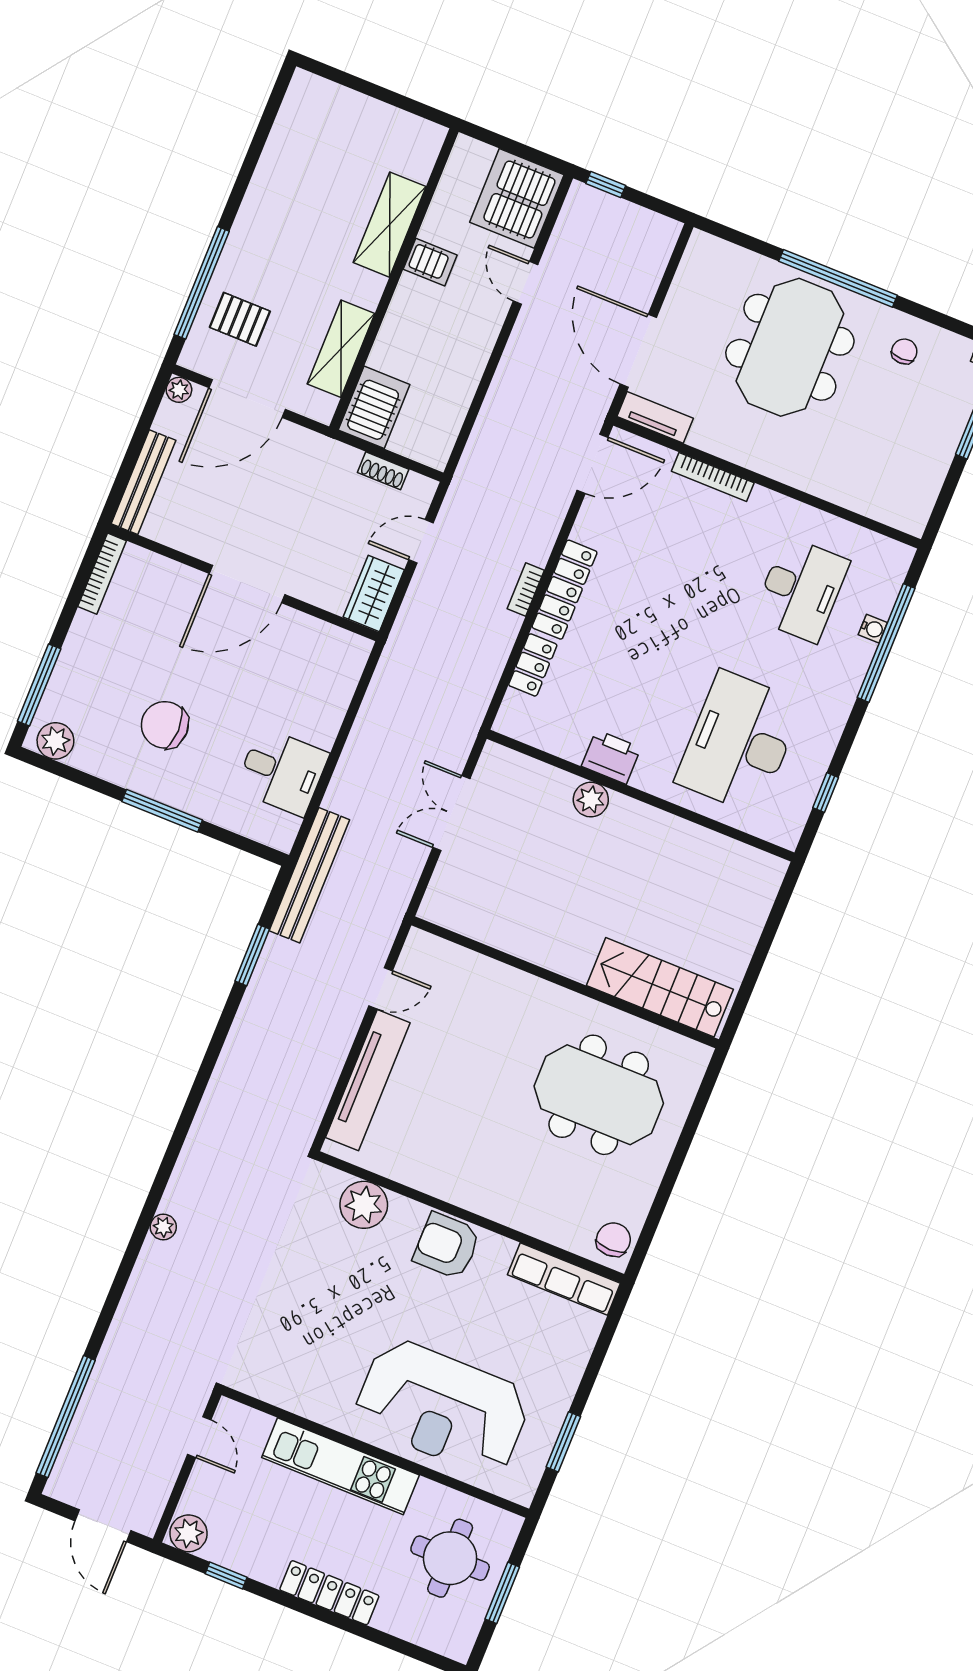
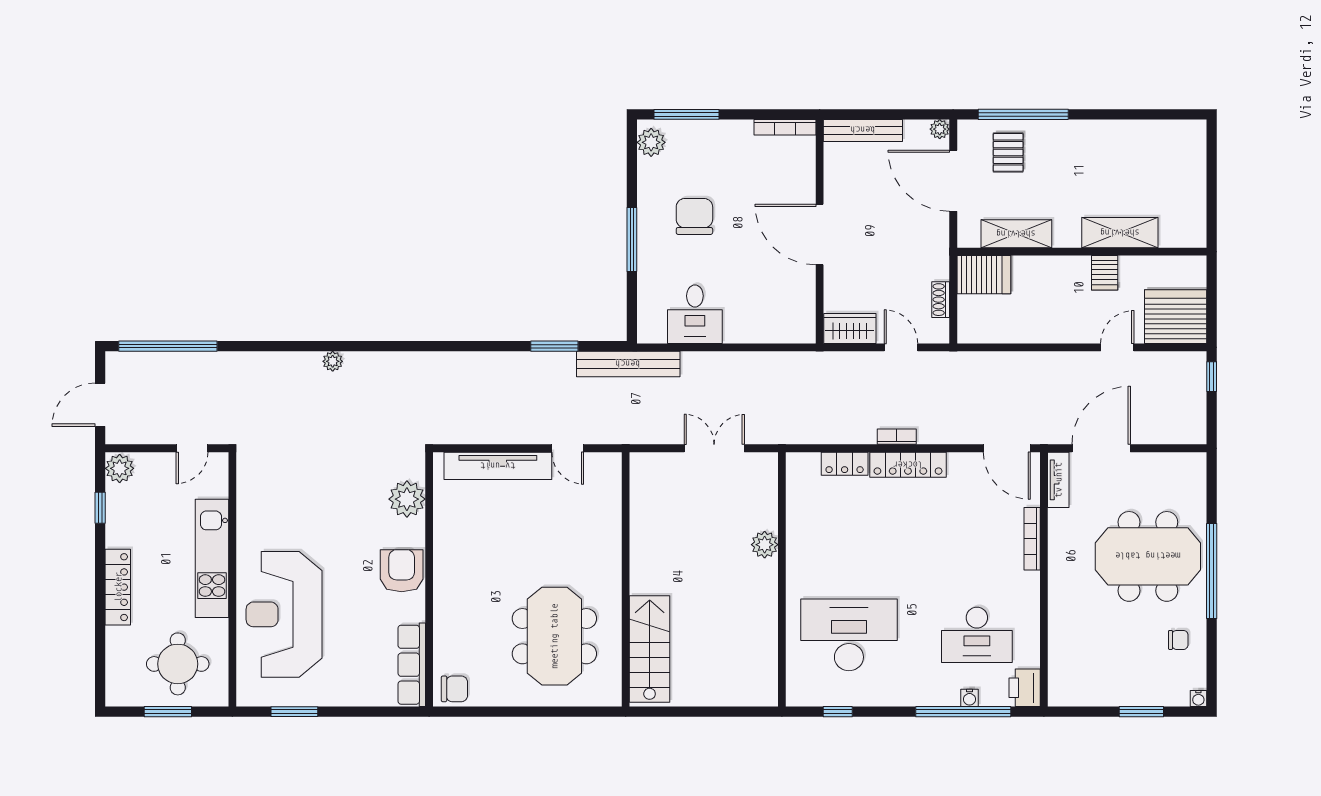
printer: (611, 757) -> (1025, 688), moved, turned 180

